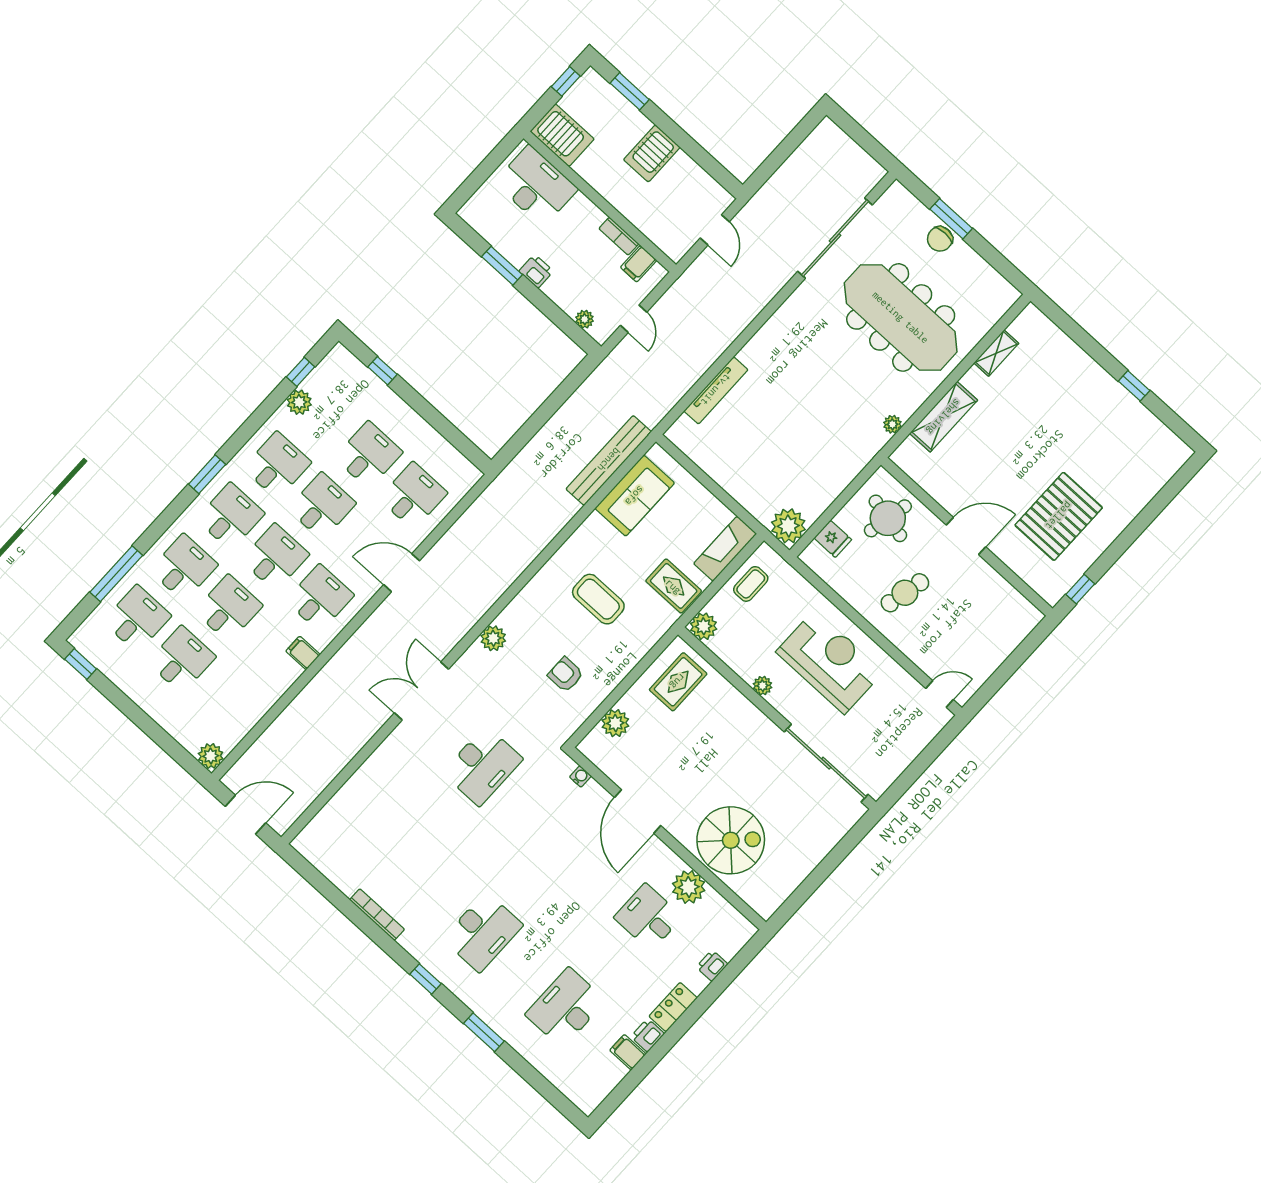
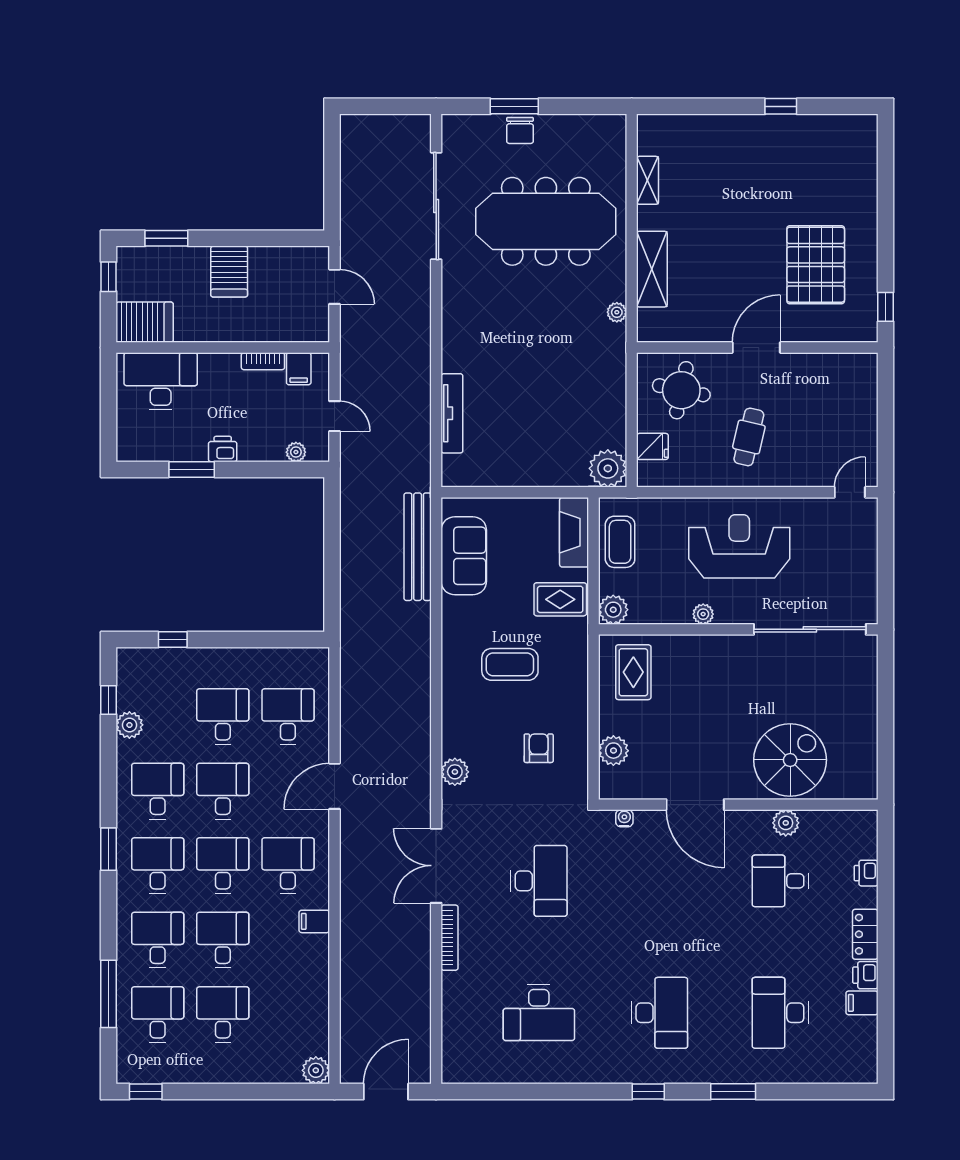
coffee table: (751, 584) -> (620, 542), width x1.36, depth x1.30
armchair: (566, 675) -> (539, 748), turned 90
desk: (400, 856) -> (539, 1013), added
plant: (689, 887) -> (786, 823), width x0.73, depth x0.73
bookcase: (377, 915) -> (450, 938), moved, turned 90

